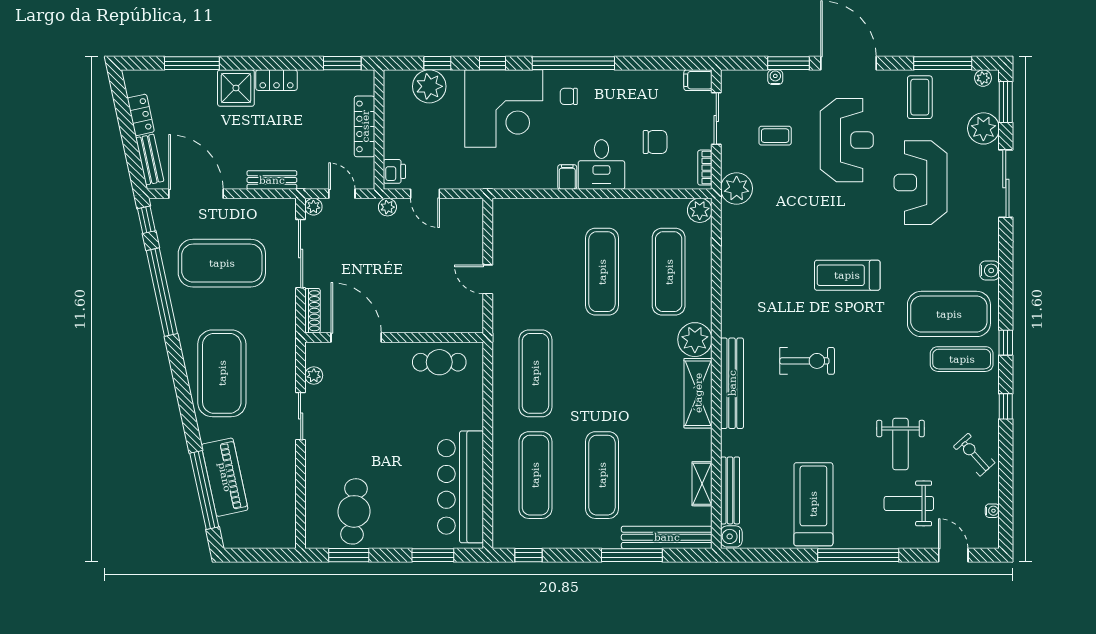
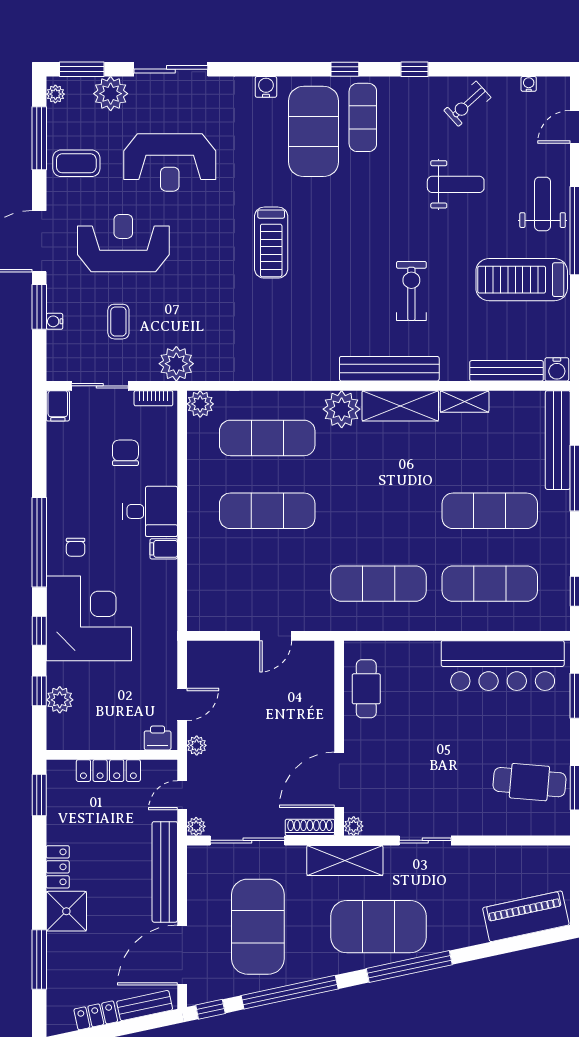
plant: (429, 86) -> (60, 700), width x0.73, depth x0.73
bench: (272, 180) -> (165, 872), width x1.86, depth x1.21
shelving: (282, 343) -> (345, 860), added
exercise bike: (807, 361) -> (411, 291), moved
plant: (314, 375) -> (354, 826), moved
piano: (225, 477) -> (526, 916), moved
shelving: (702, 484) -> (465, 401), moved
window: (204, 490) -> (409, 967), moved
weight bench: (909, 503) -> (543, 204), moved, turned 180

